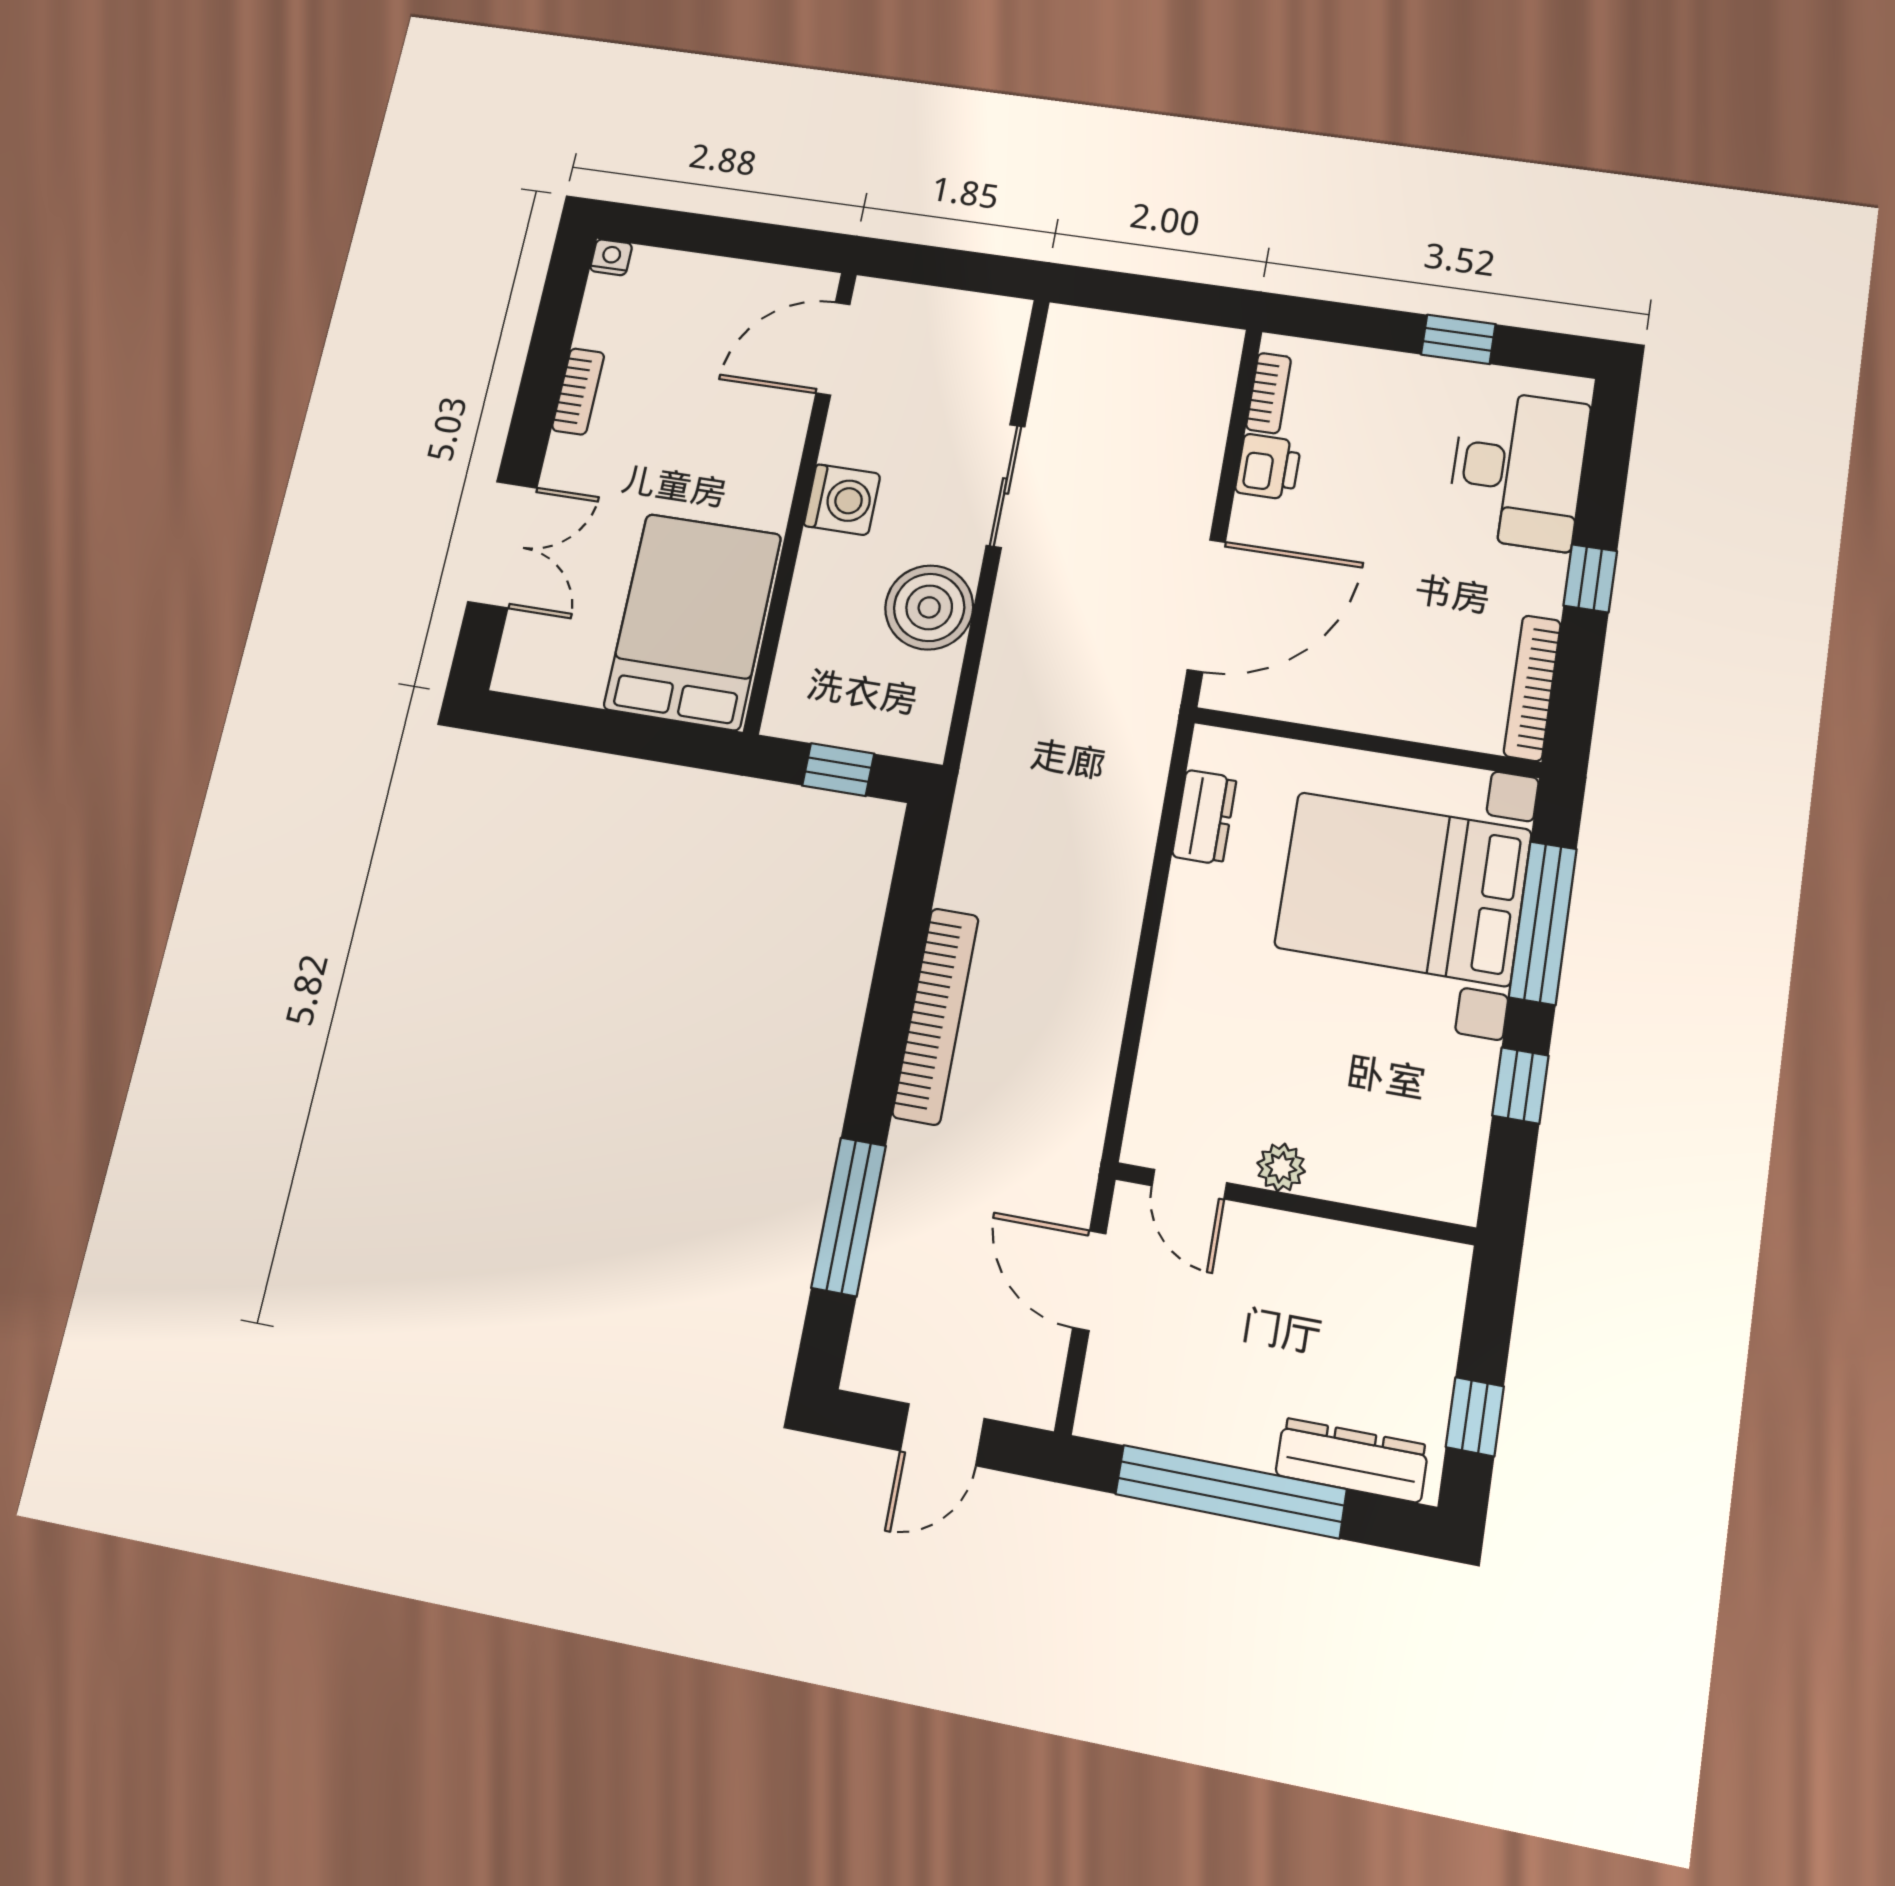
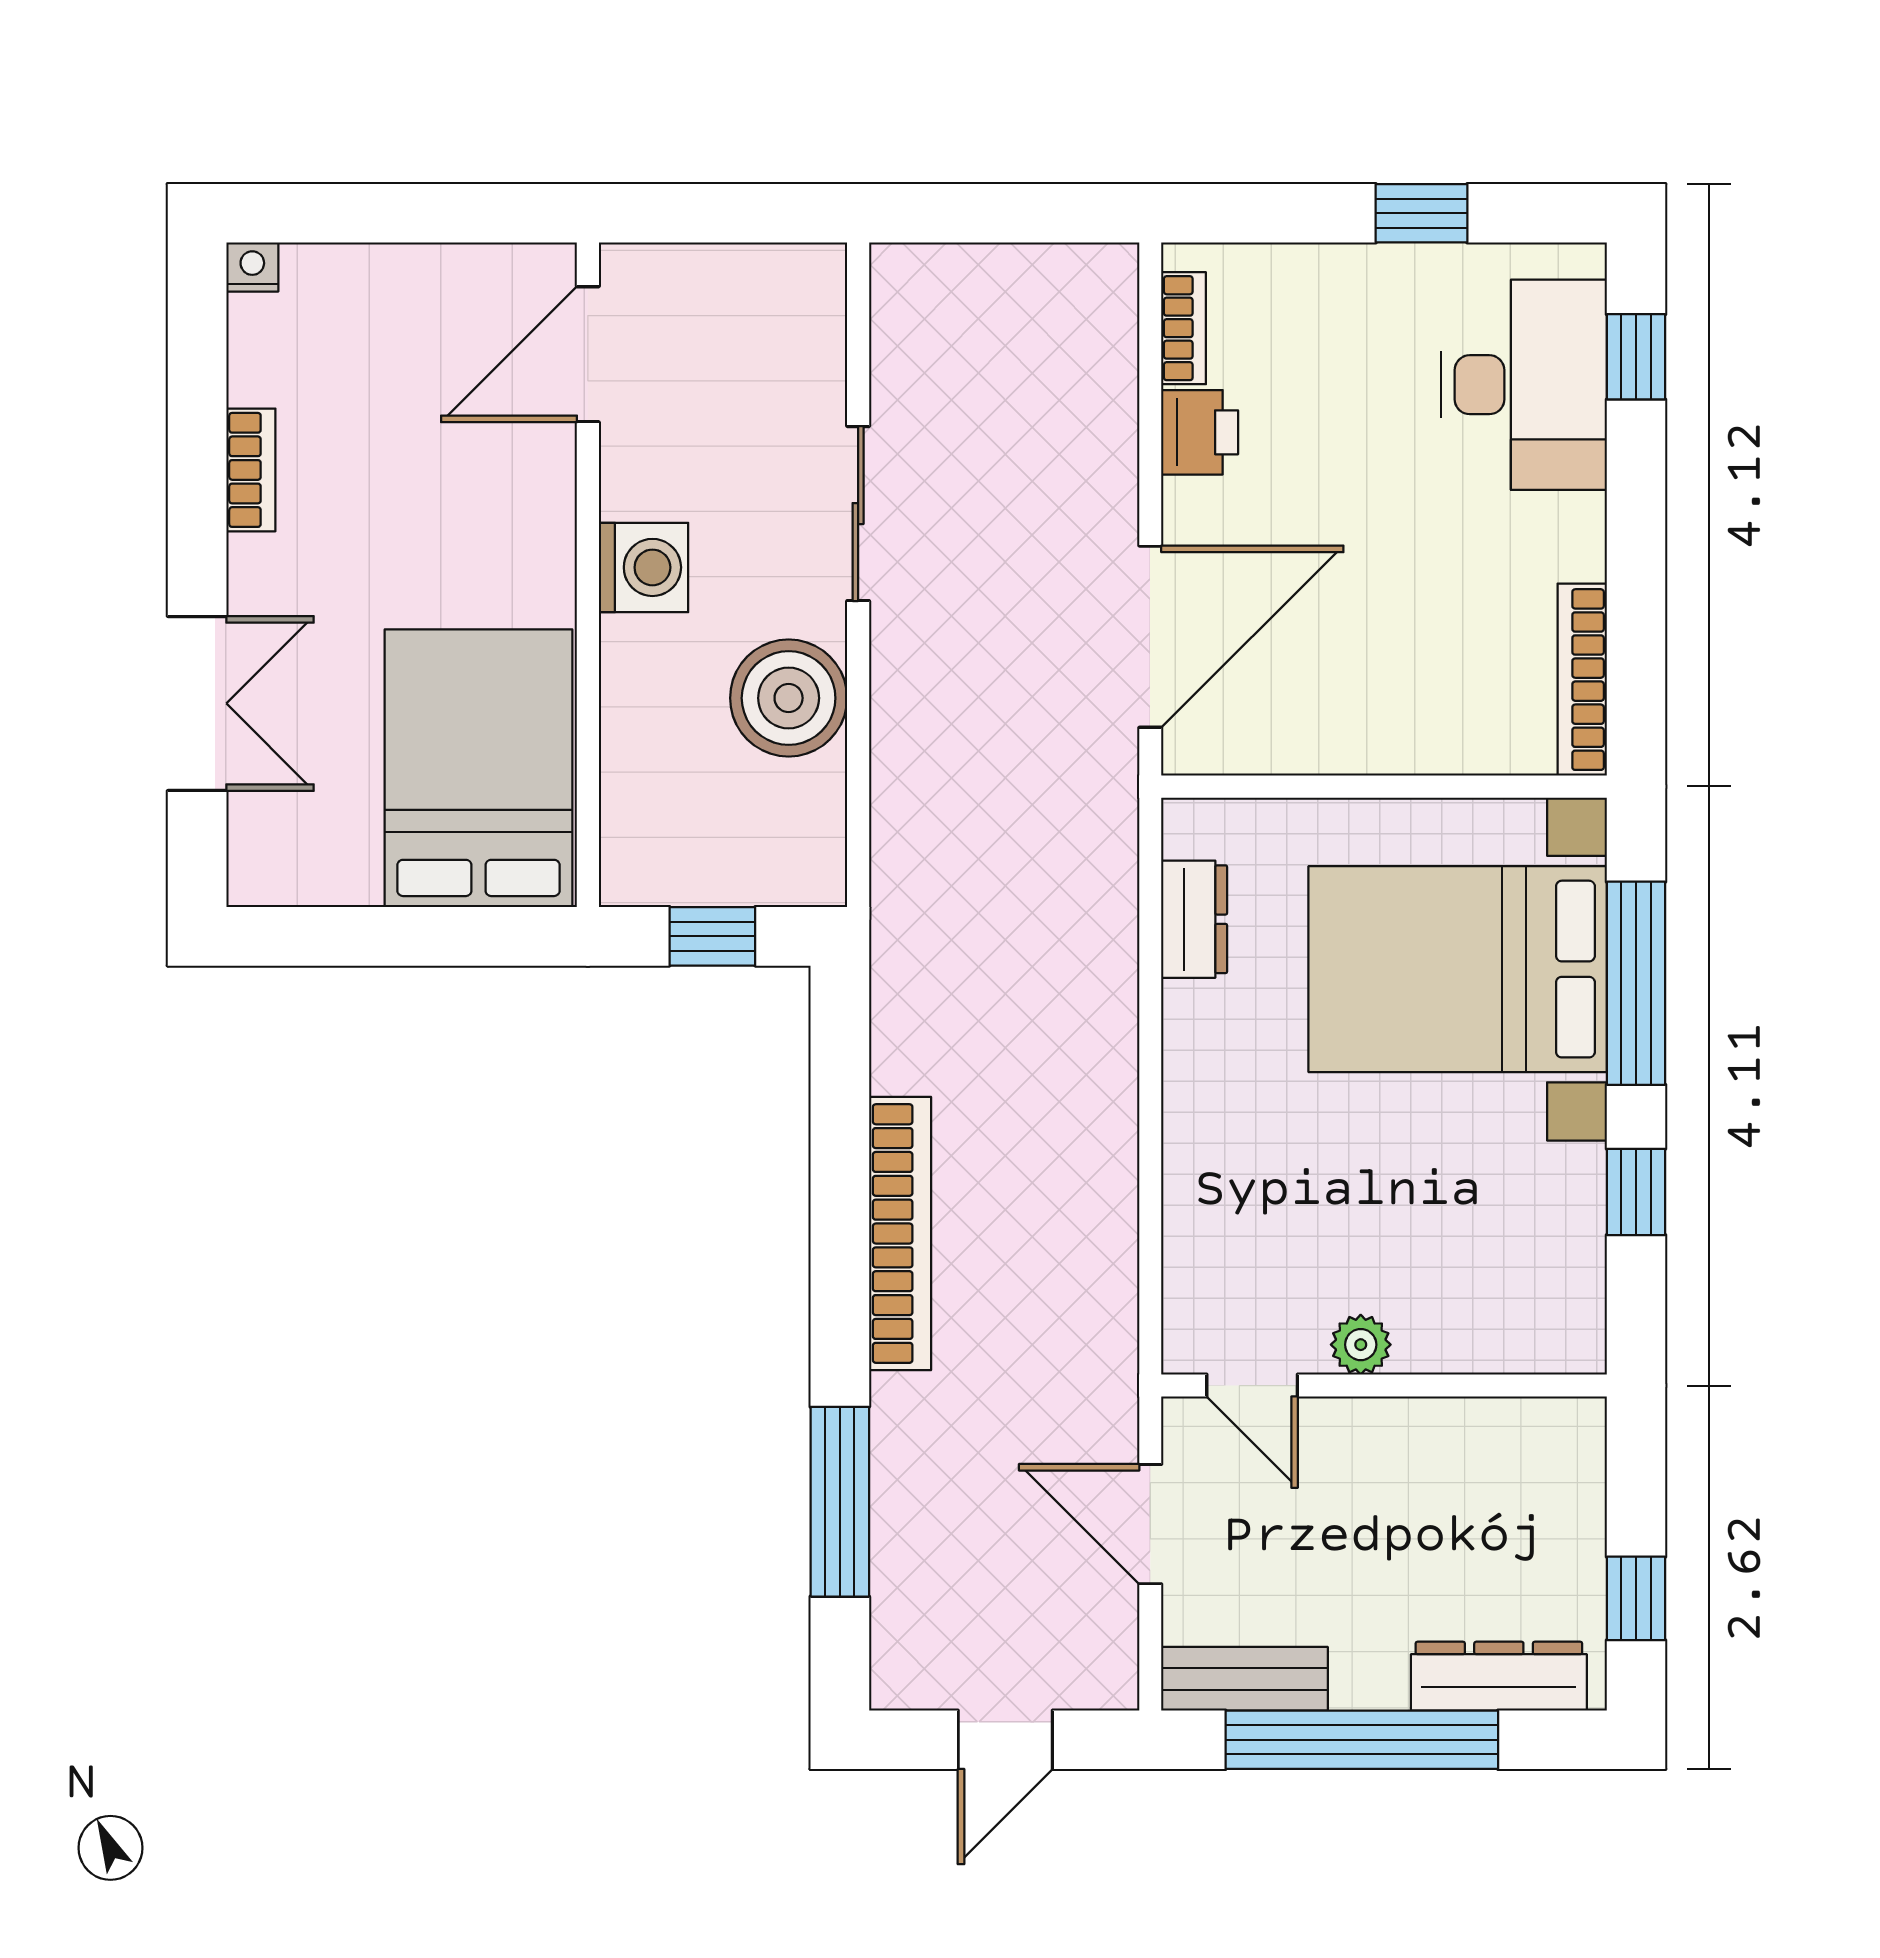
window: (1590, 578) -> (1636, 357), moved
bench: (1143, 1422) -> (1245, 1679), added

